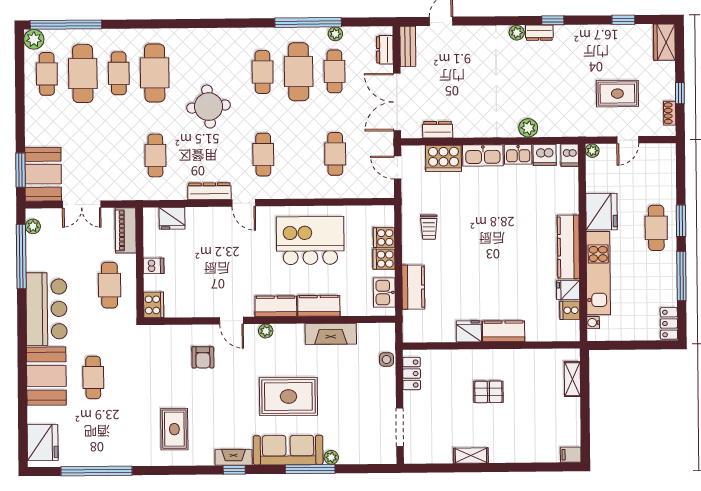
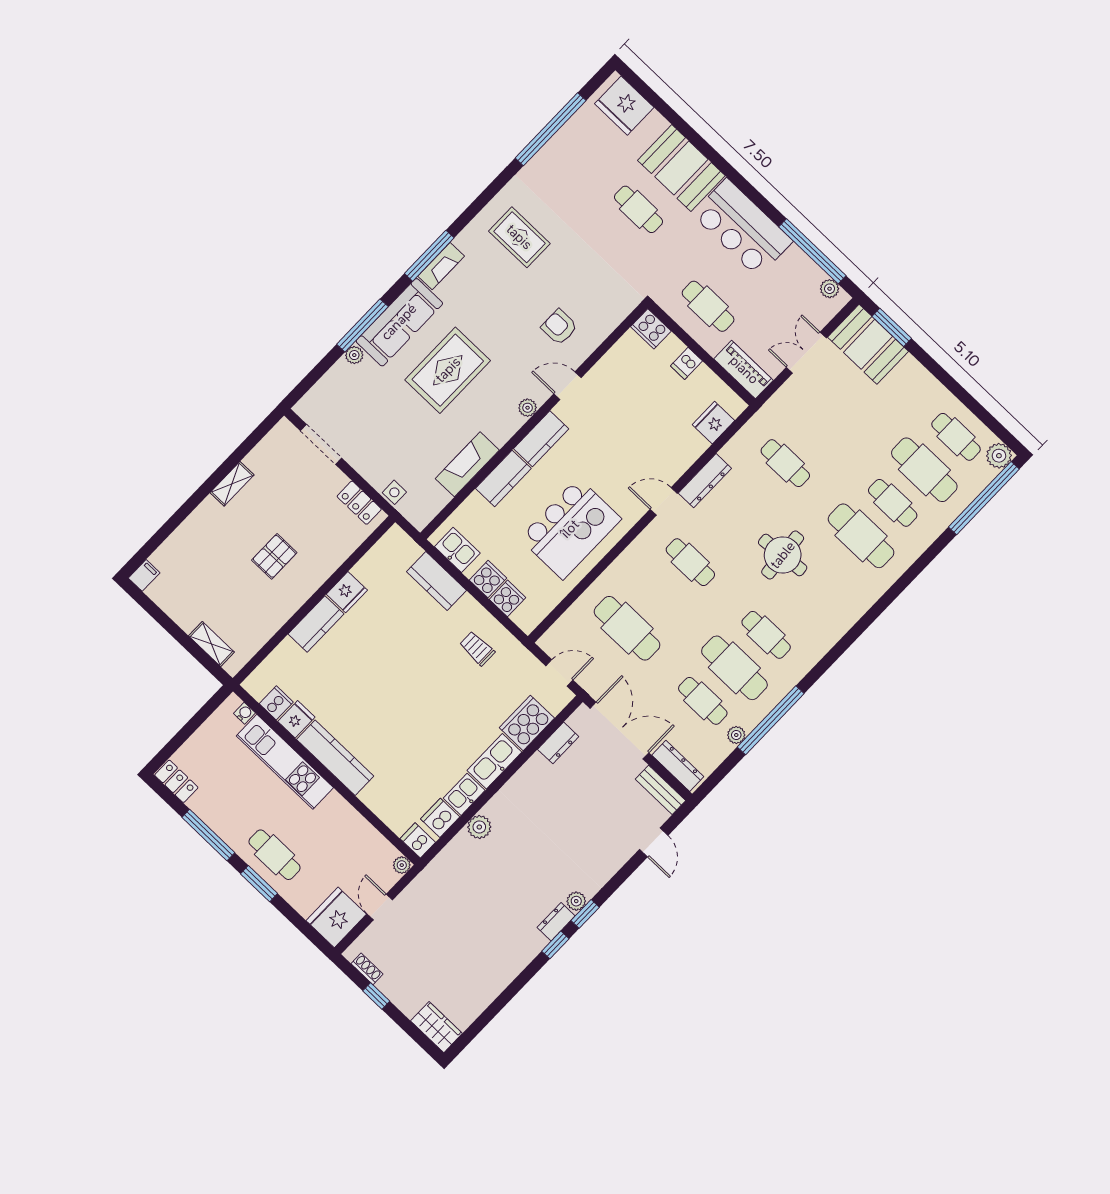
window: (623, 20) -> (585, 914), moved
dresser: (385, 50) -> (678, 766), width x1.44
rug: (617, 94) -> (431, 939), removed
cafe table: (335, 154) -> (627, 628), width x1.37, depth x1.35
fridge: (601, 212) -> (336, 917), moved, turned 90
window: (234, 470) -> (429, 256), width x2.17

